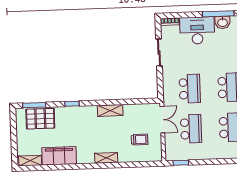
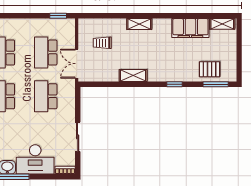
pallet: (40, 119) -> (210, 69), width x0.67, depth x0.71

